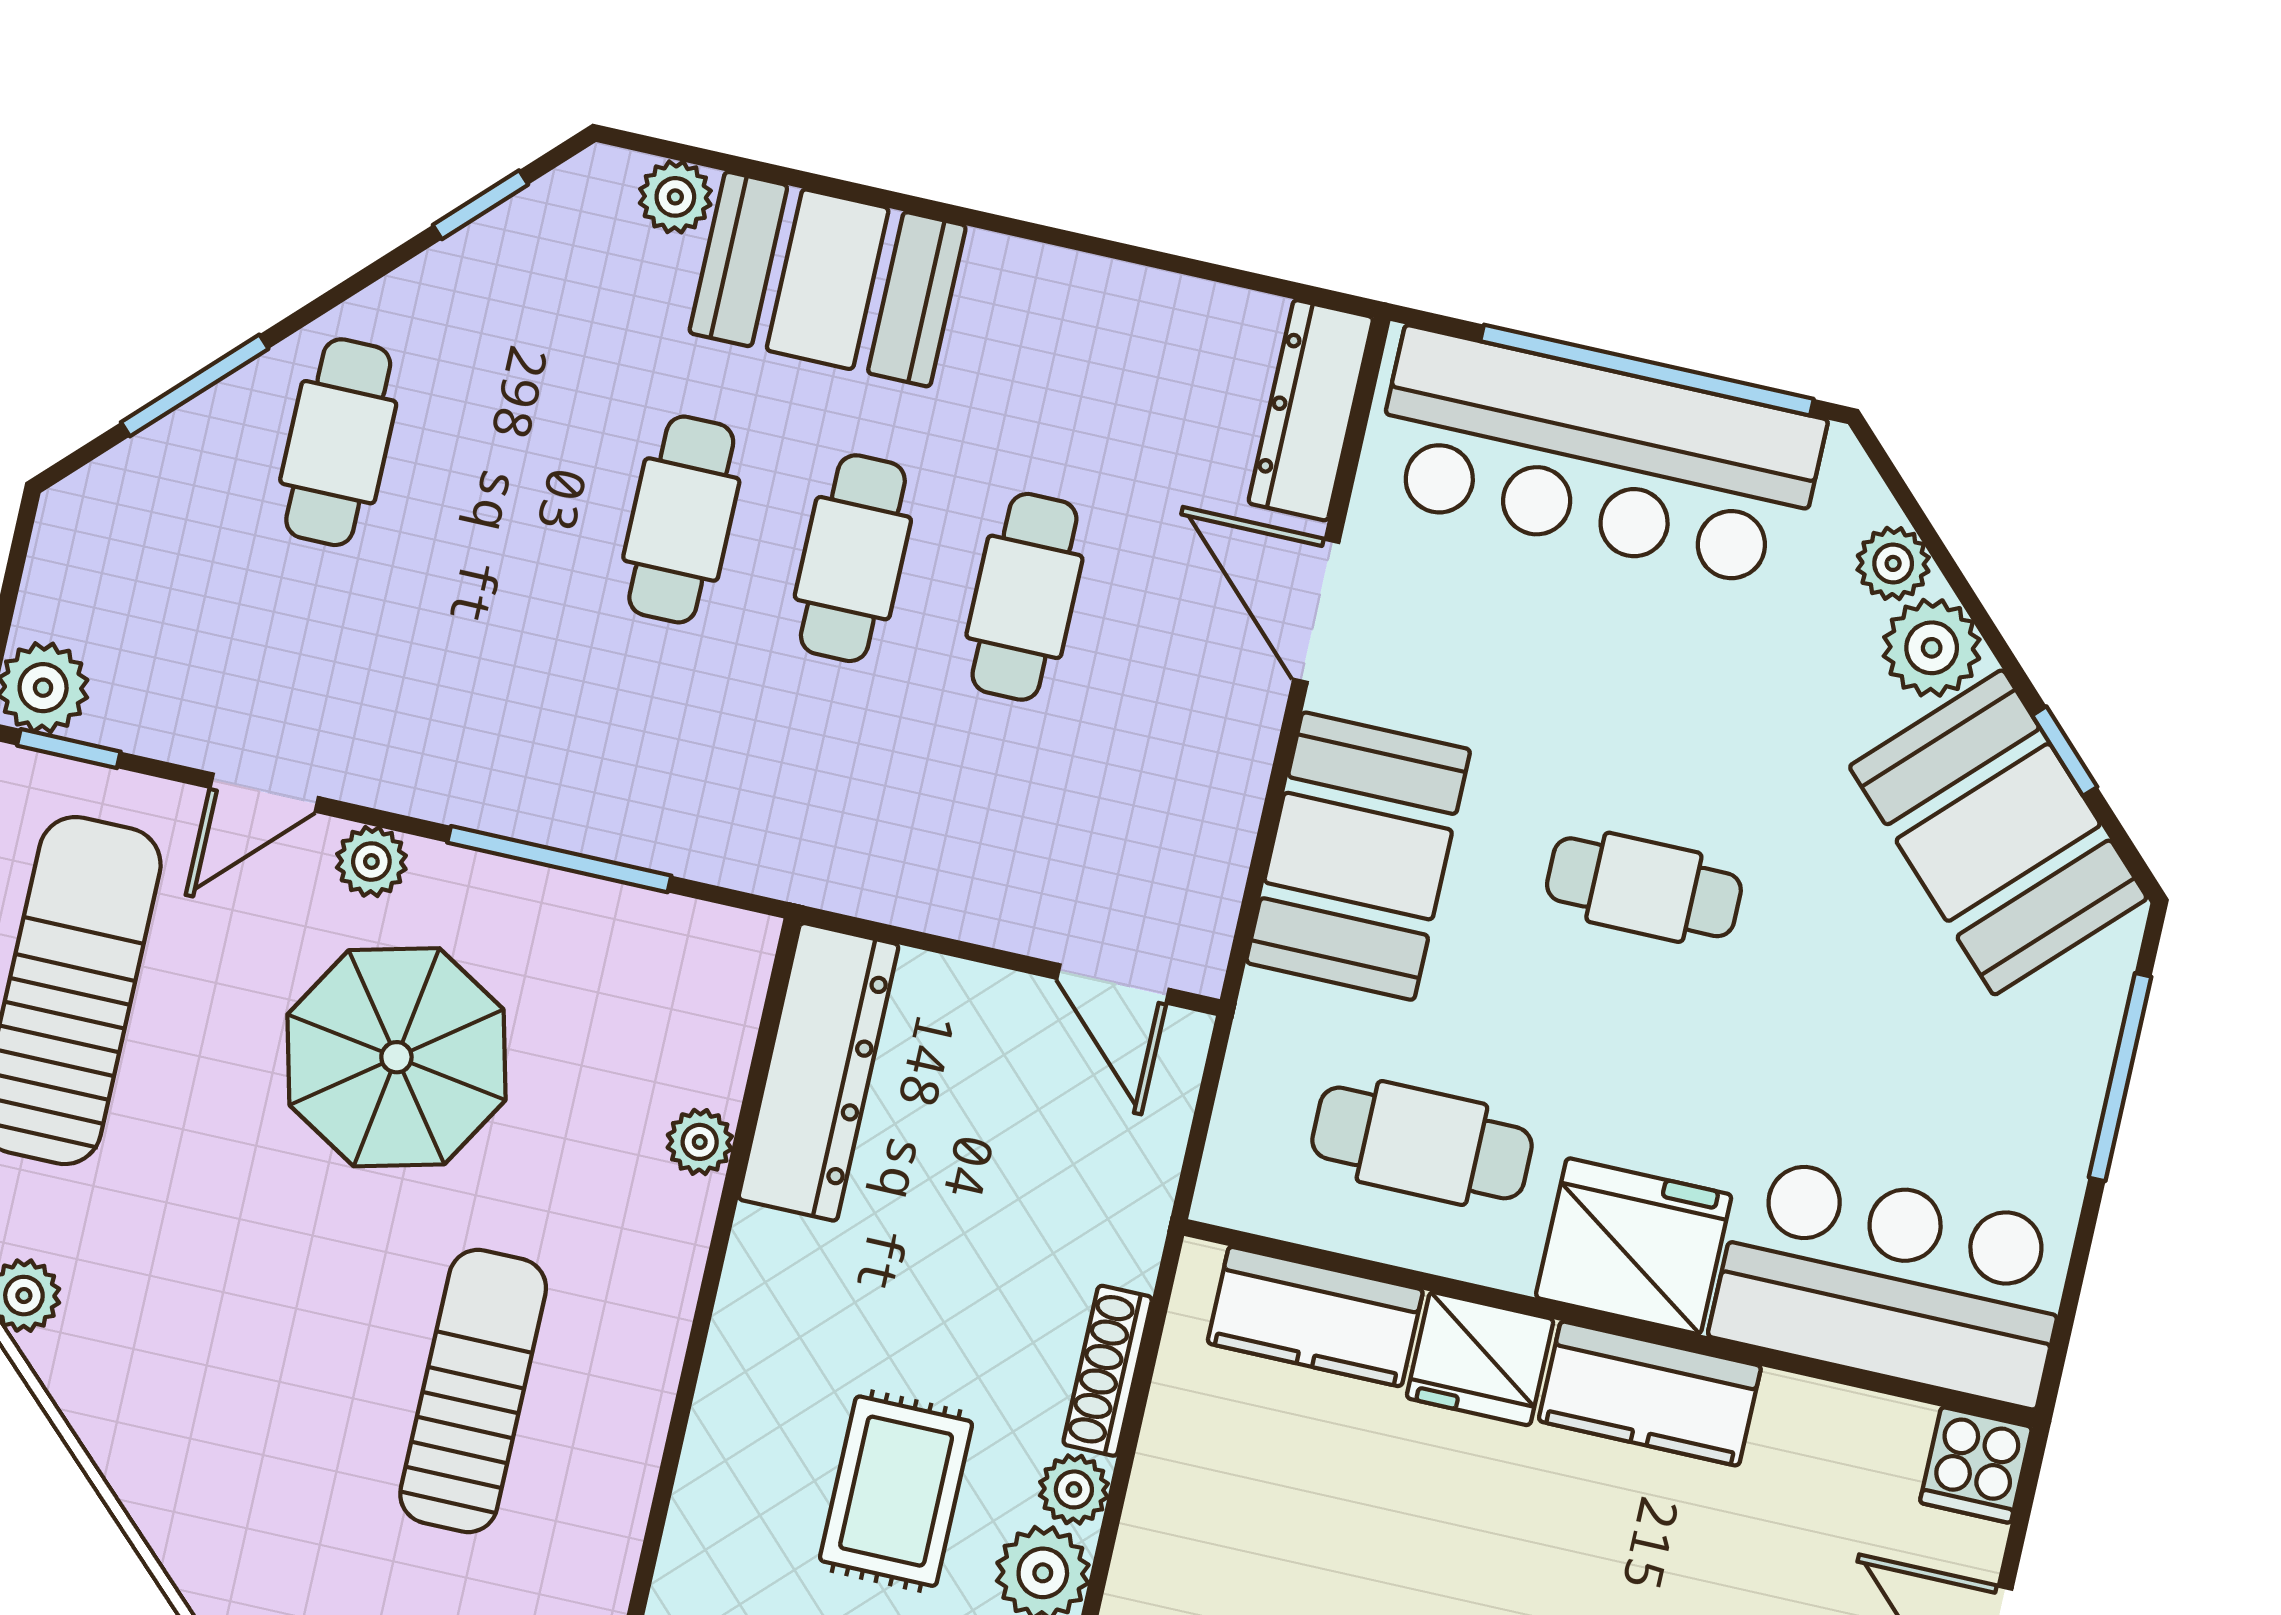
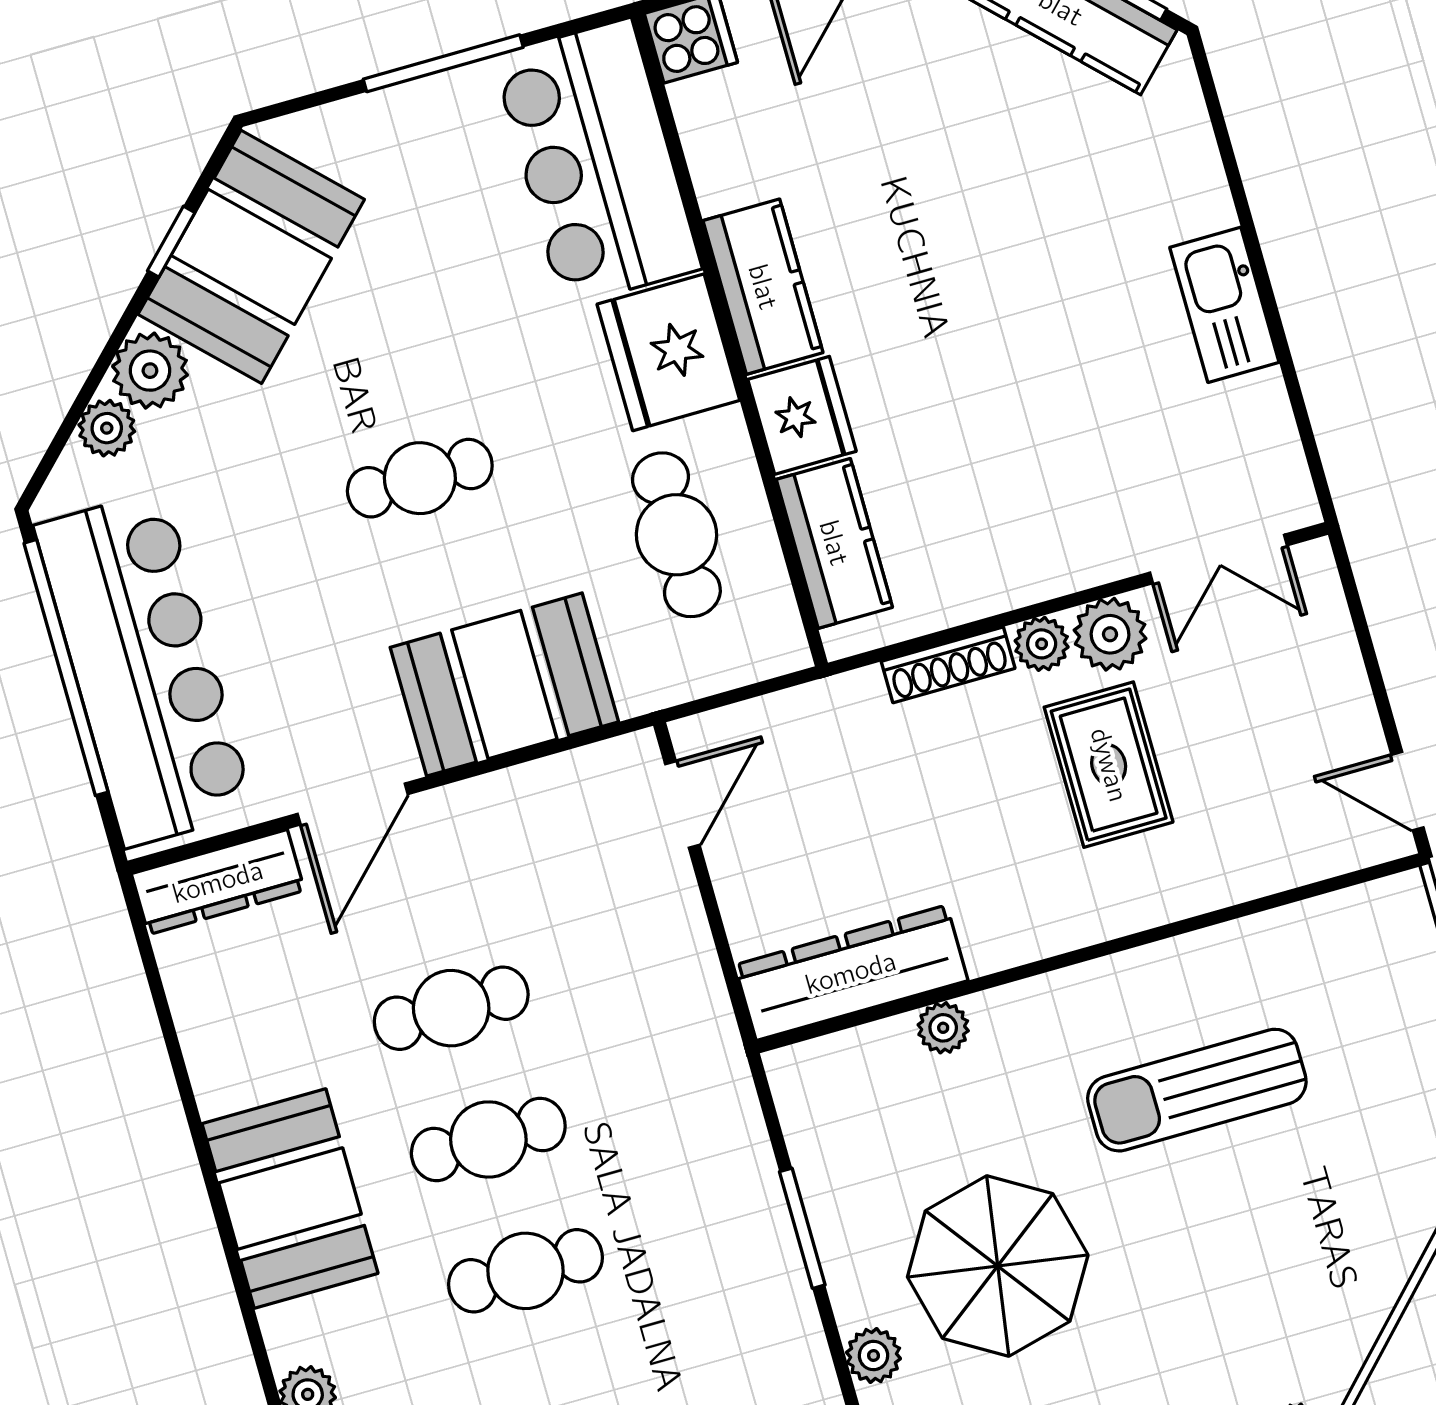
booth: (828, 279) -> (290, 1198), moved
window: (559, 859) -> (802, 1228), width x0.69
cafe table: (1644, 887) -> (420, 478), turned 90
window: (2120, 1077) -> (443, 63), moved
rug: (896, 1491) -> (1109, 765), turned 90

